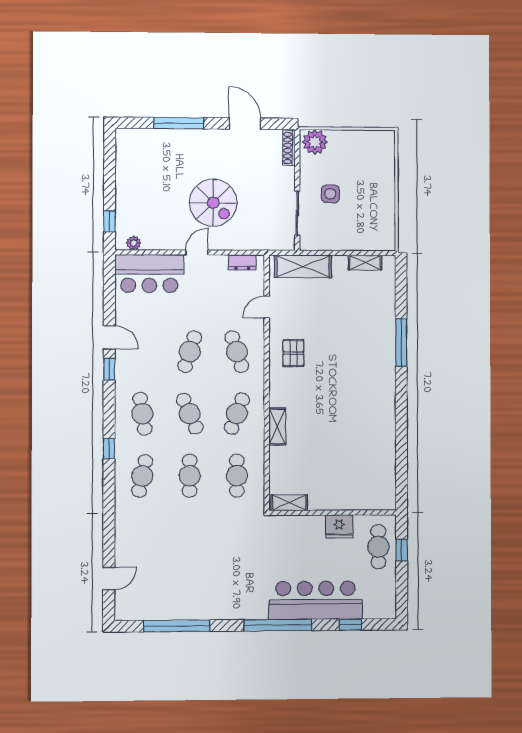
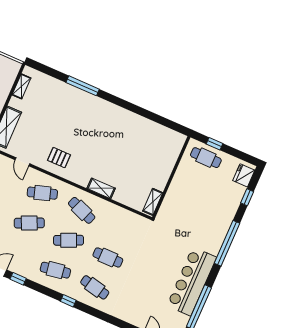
cafe table: (190, 352) -> (29, 223), turned -42
cafe table: (237, 476) -> (121, 228), removed
fridge: (339, 526) -> (244, 175), moved, turned 180
bar counter: (315, 600) -> (192, 281), moved

